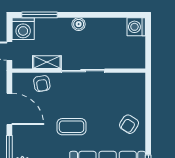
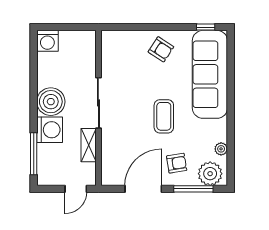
boiler: (79, 24) -> (51, 102), width x1.86, depth x1.86
washing machine: (23, 29) -> (50, 130), moved
armchair: (42, 84) -> (177, 163), moved

